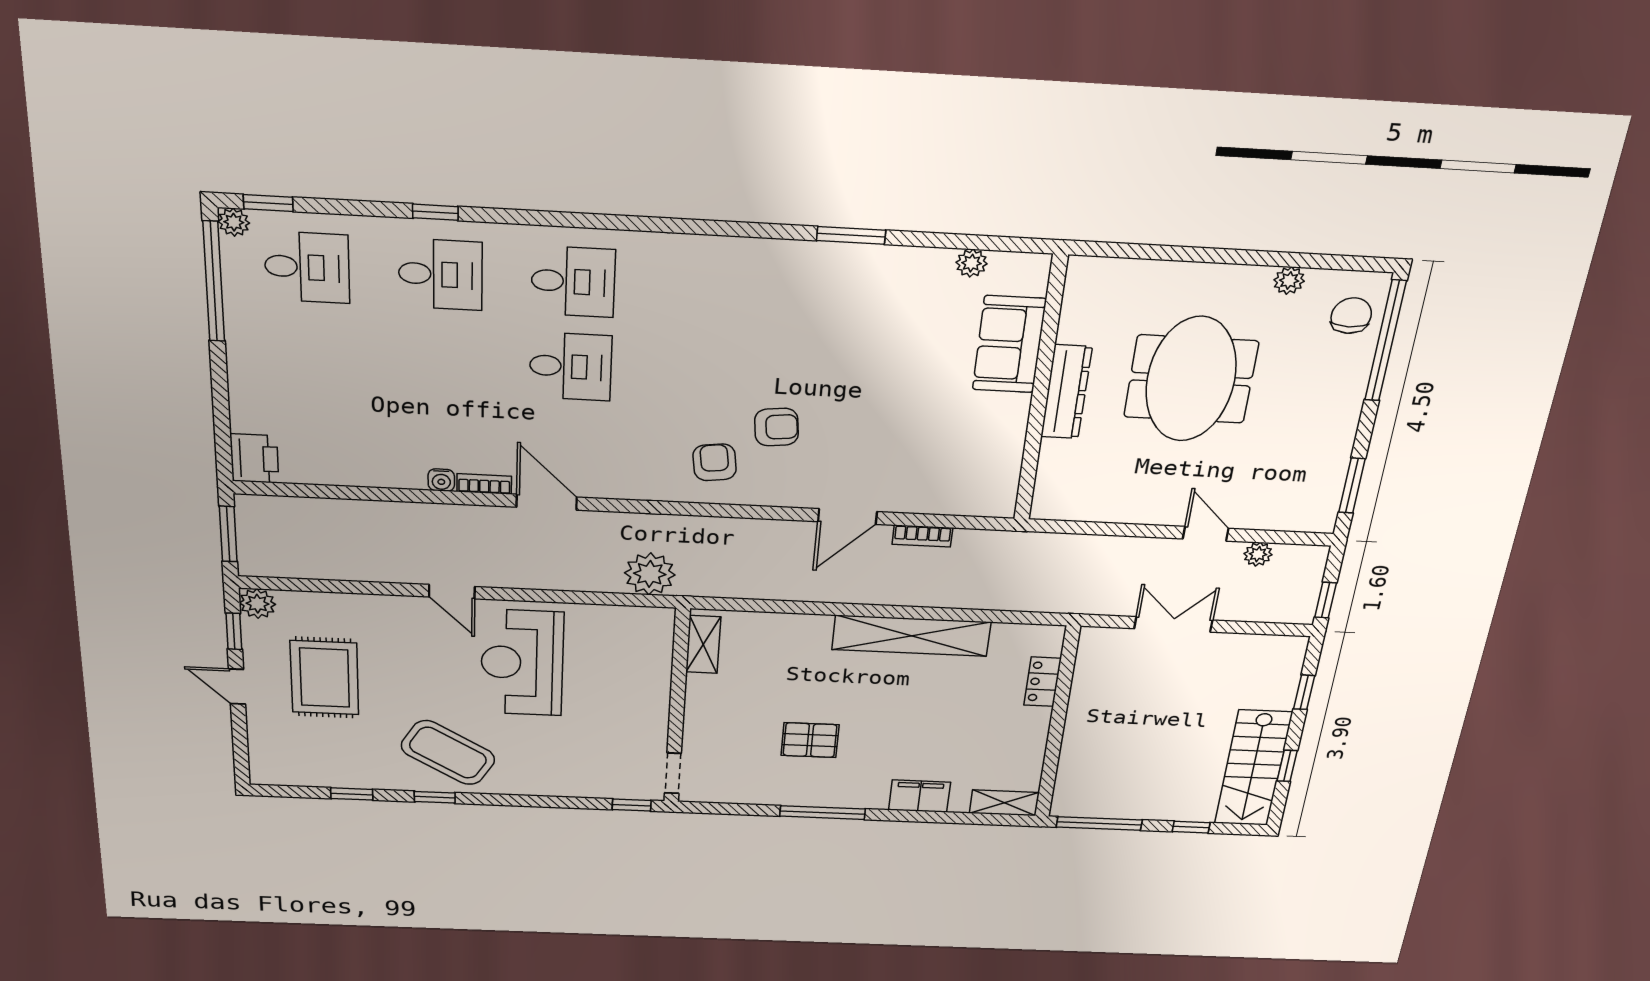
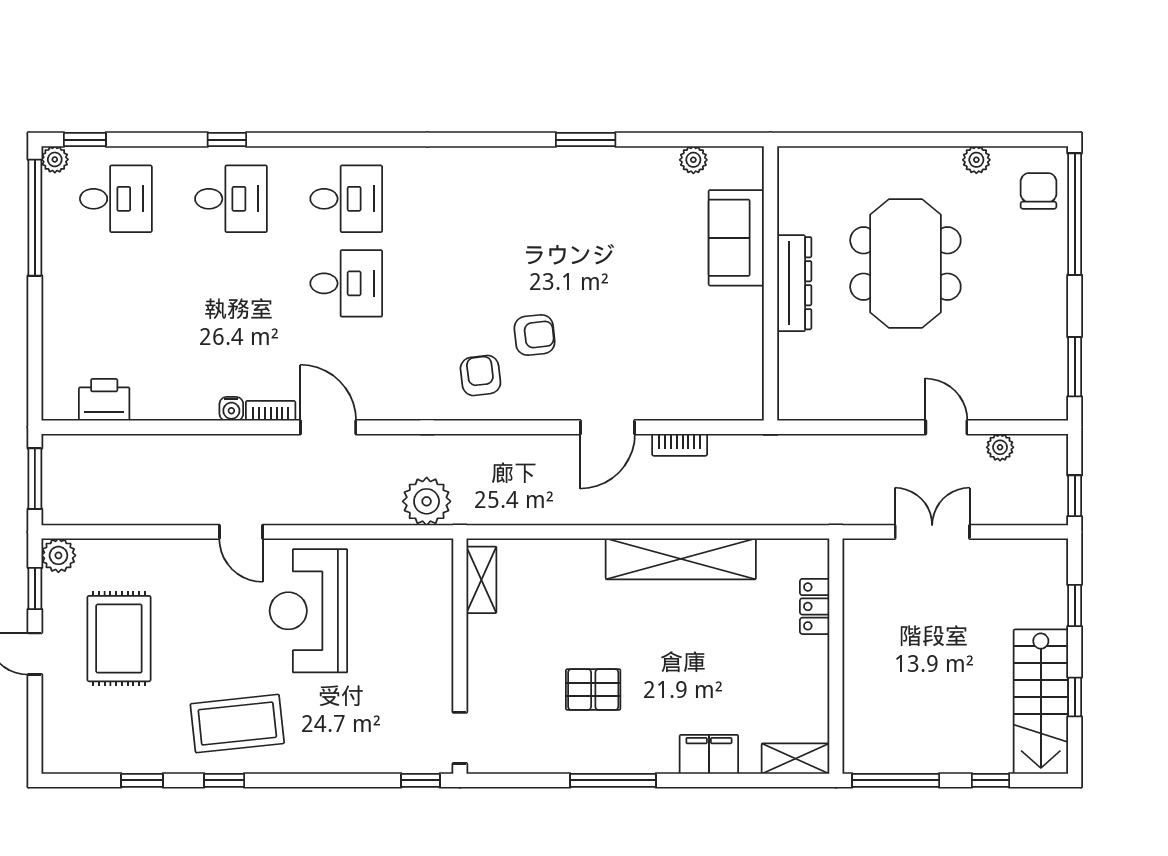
printer: (254, 458) -> (104, 400), moved, turned -90
coffee table: (448, 753) -> (237, 724), turned -37

